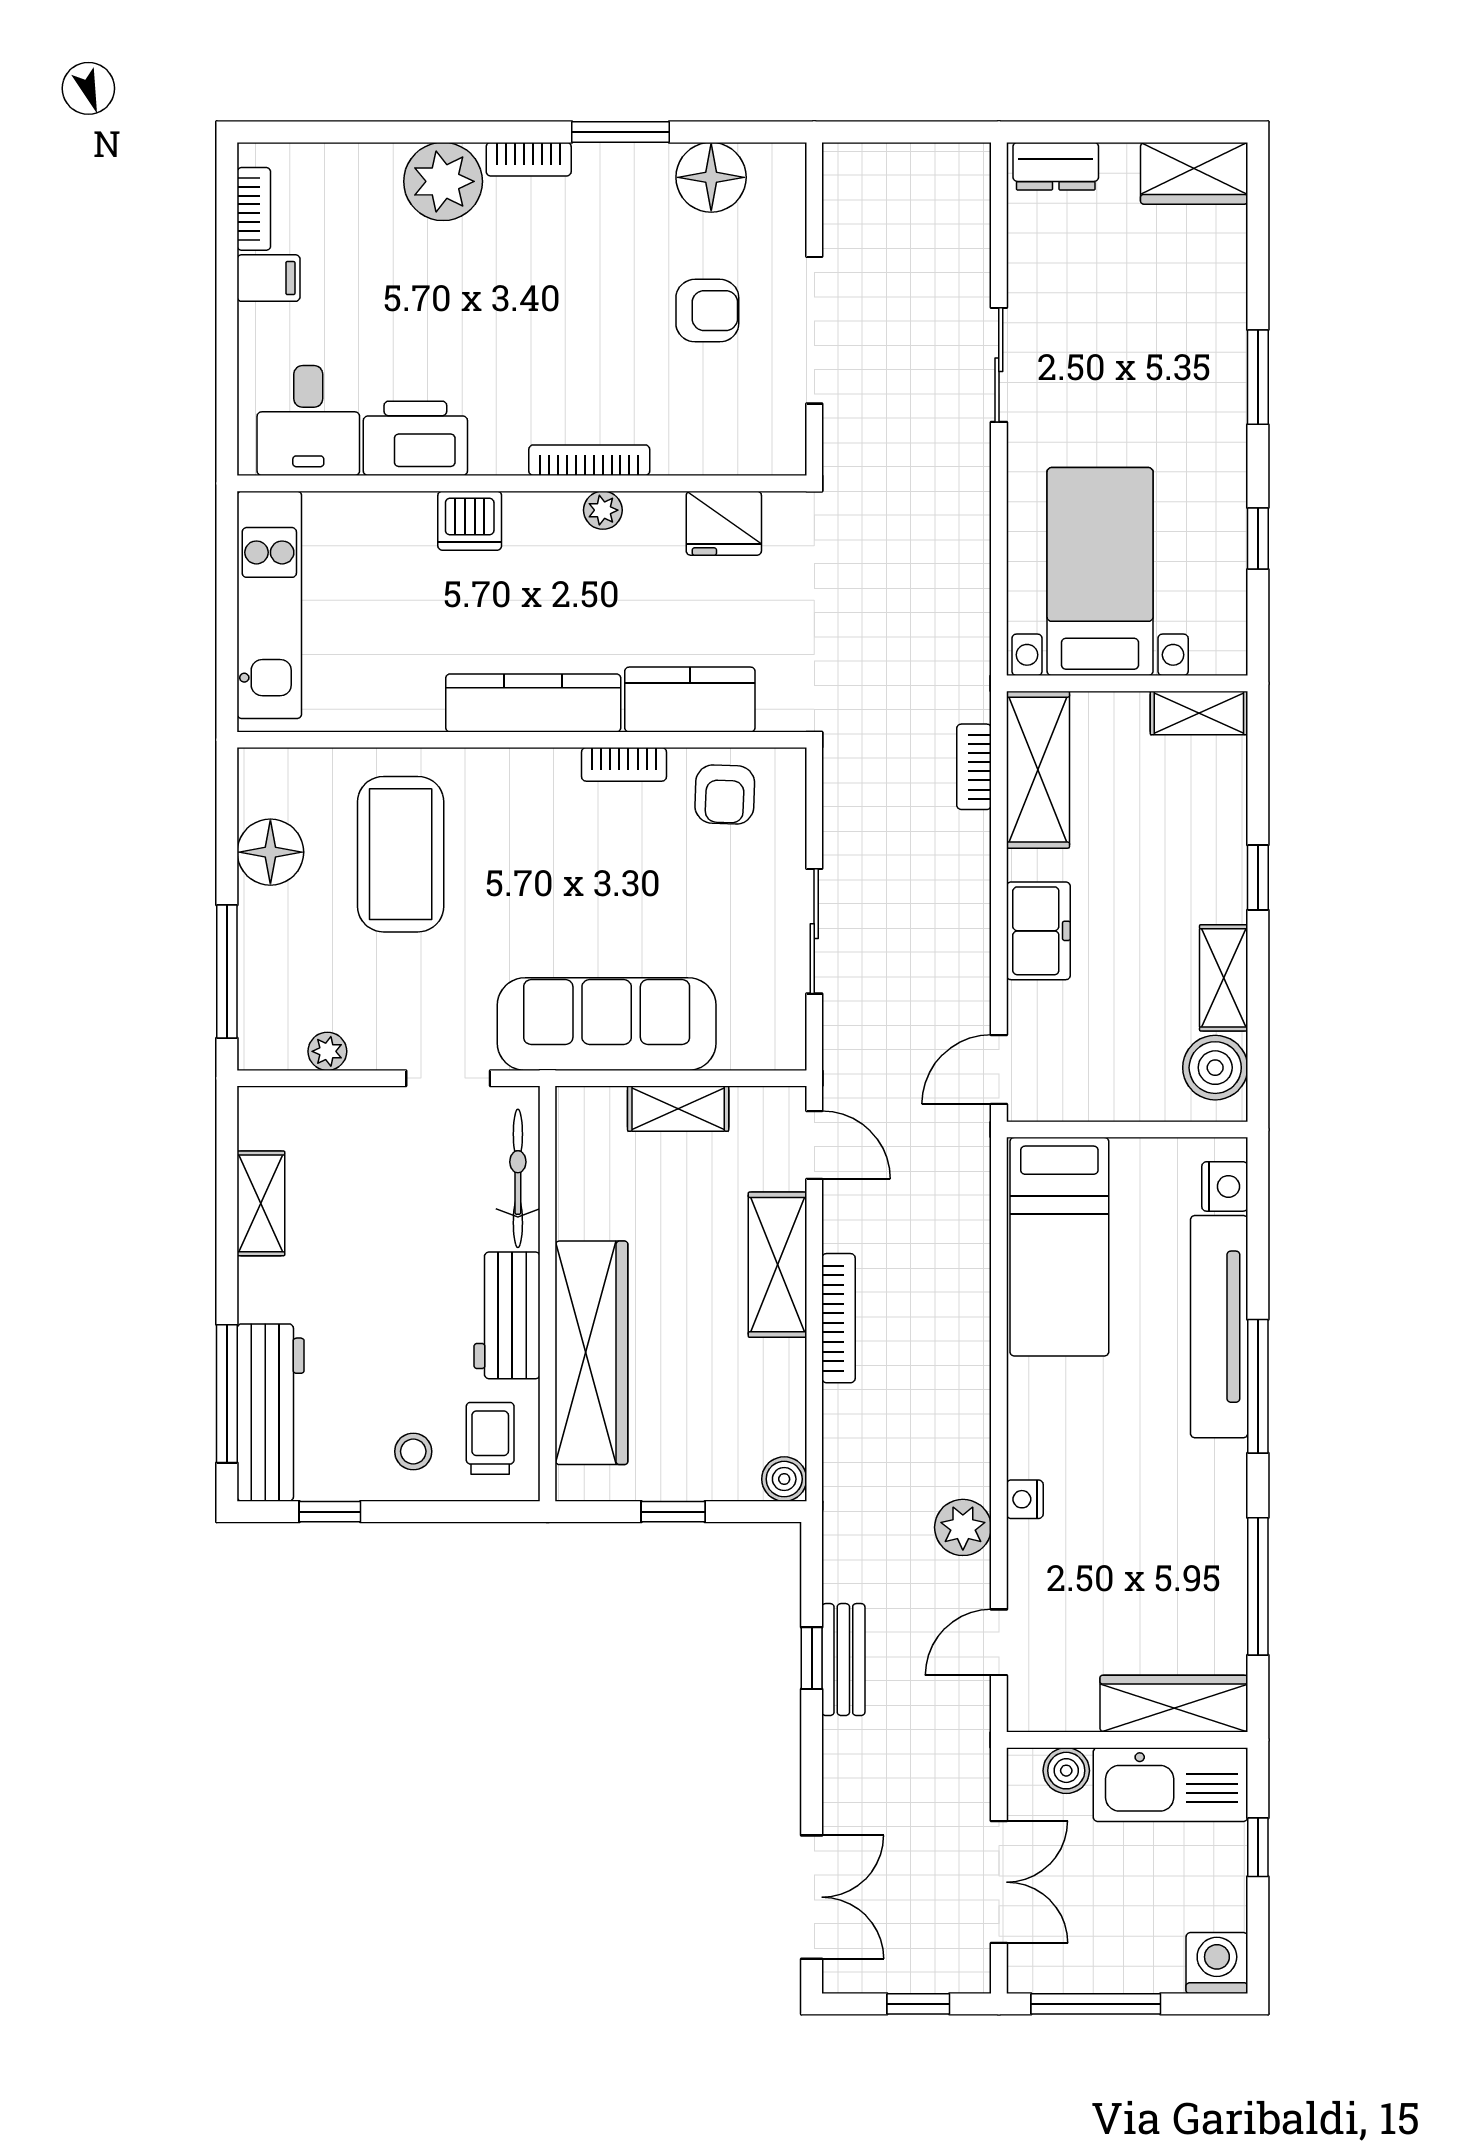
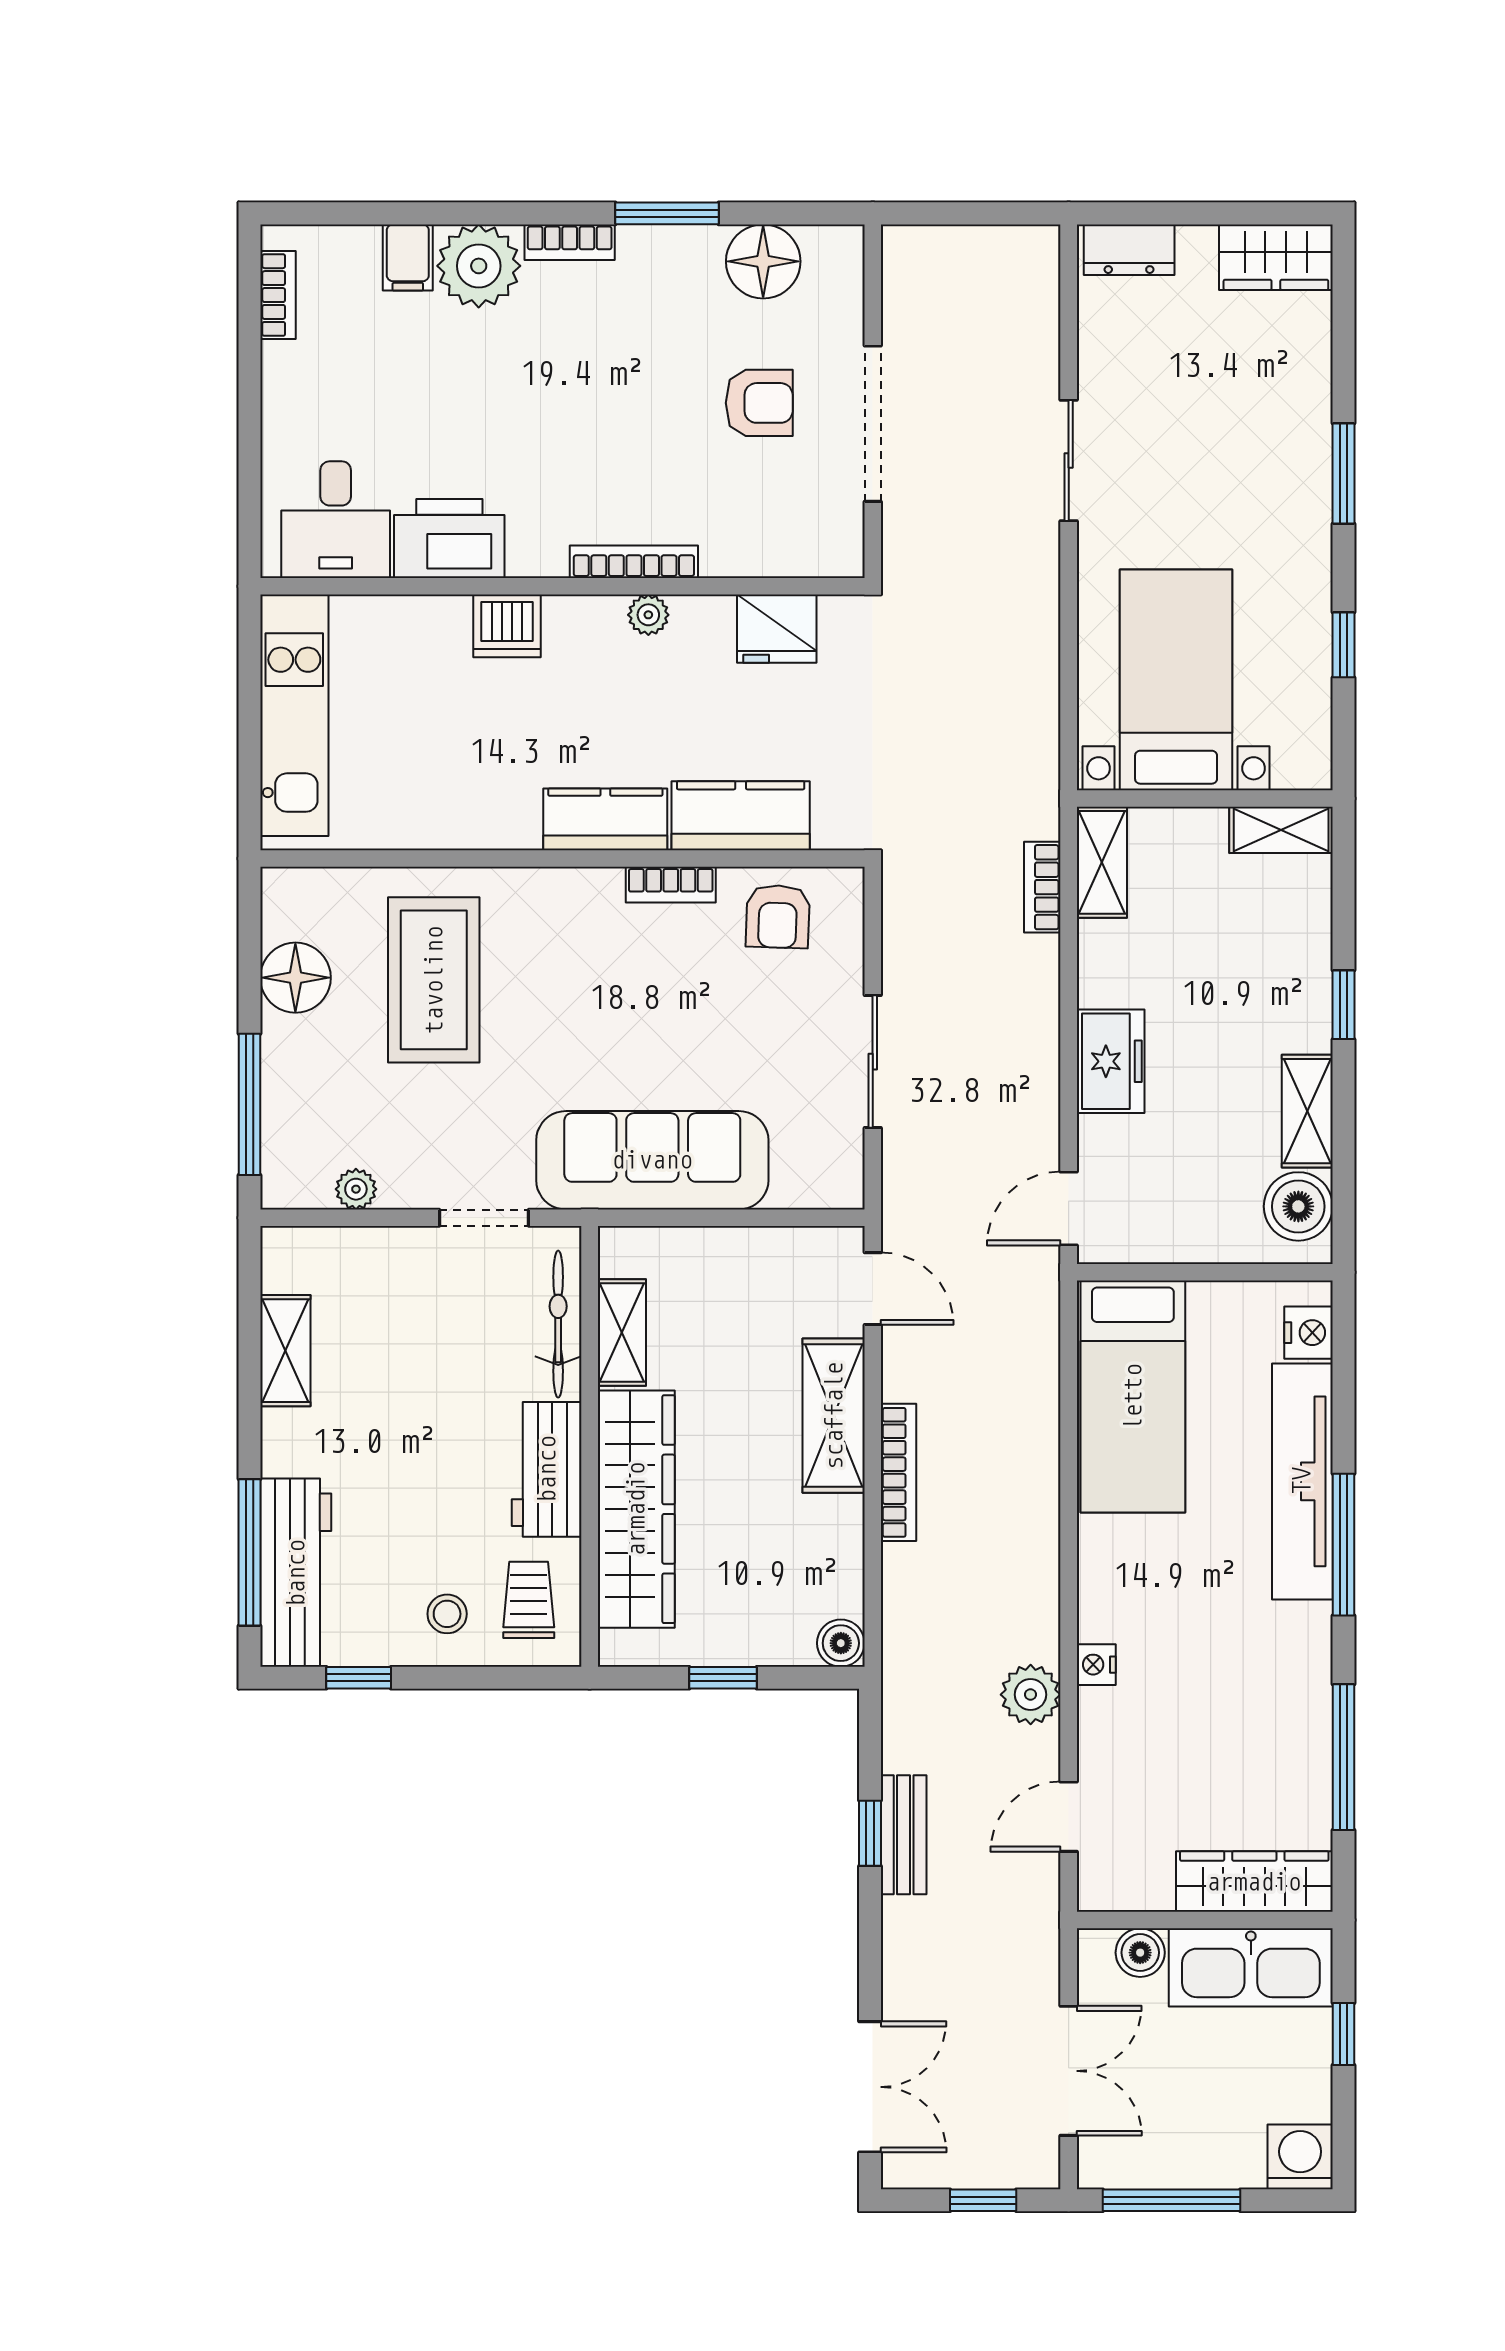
filing cabinet: (269, 278) -> (408, 257), moved, turned 90
kitchen counter: (533, 703) -> (605, 819), width x0.67
shelving: (1038, 770) -> (1102, 862), width x0.67, depth x0.75
shelving: (678, 1109) -> (622, 1332), moved, turned 90

